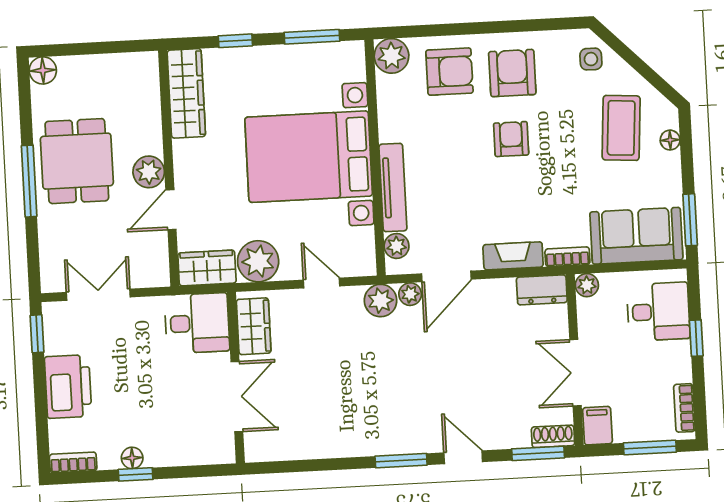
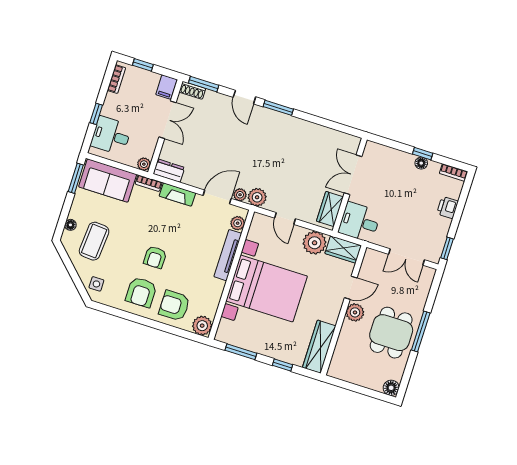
printer: (68, 387) -> (447, 207), width x0.53, depth x0.68
window: (650, 448) -> (143, 65), width x0.67

